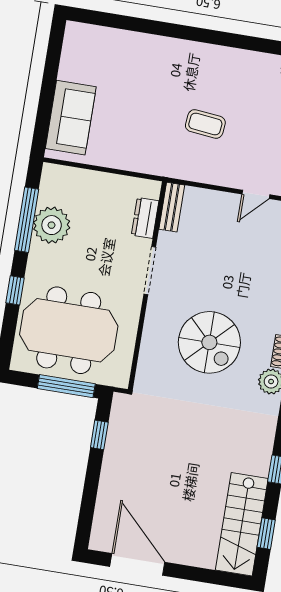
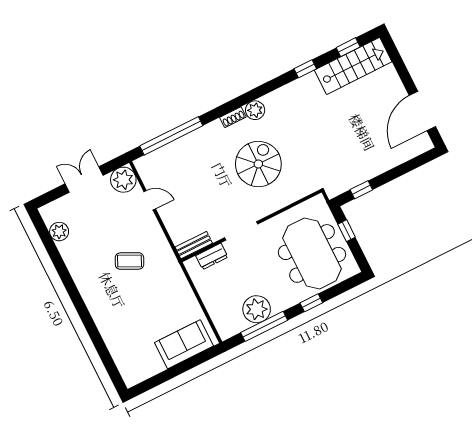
coffee table: (205, 124) -> (129, 261), turned -70
window: (66, 386) -> (347, 231), width x0.46

